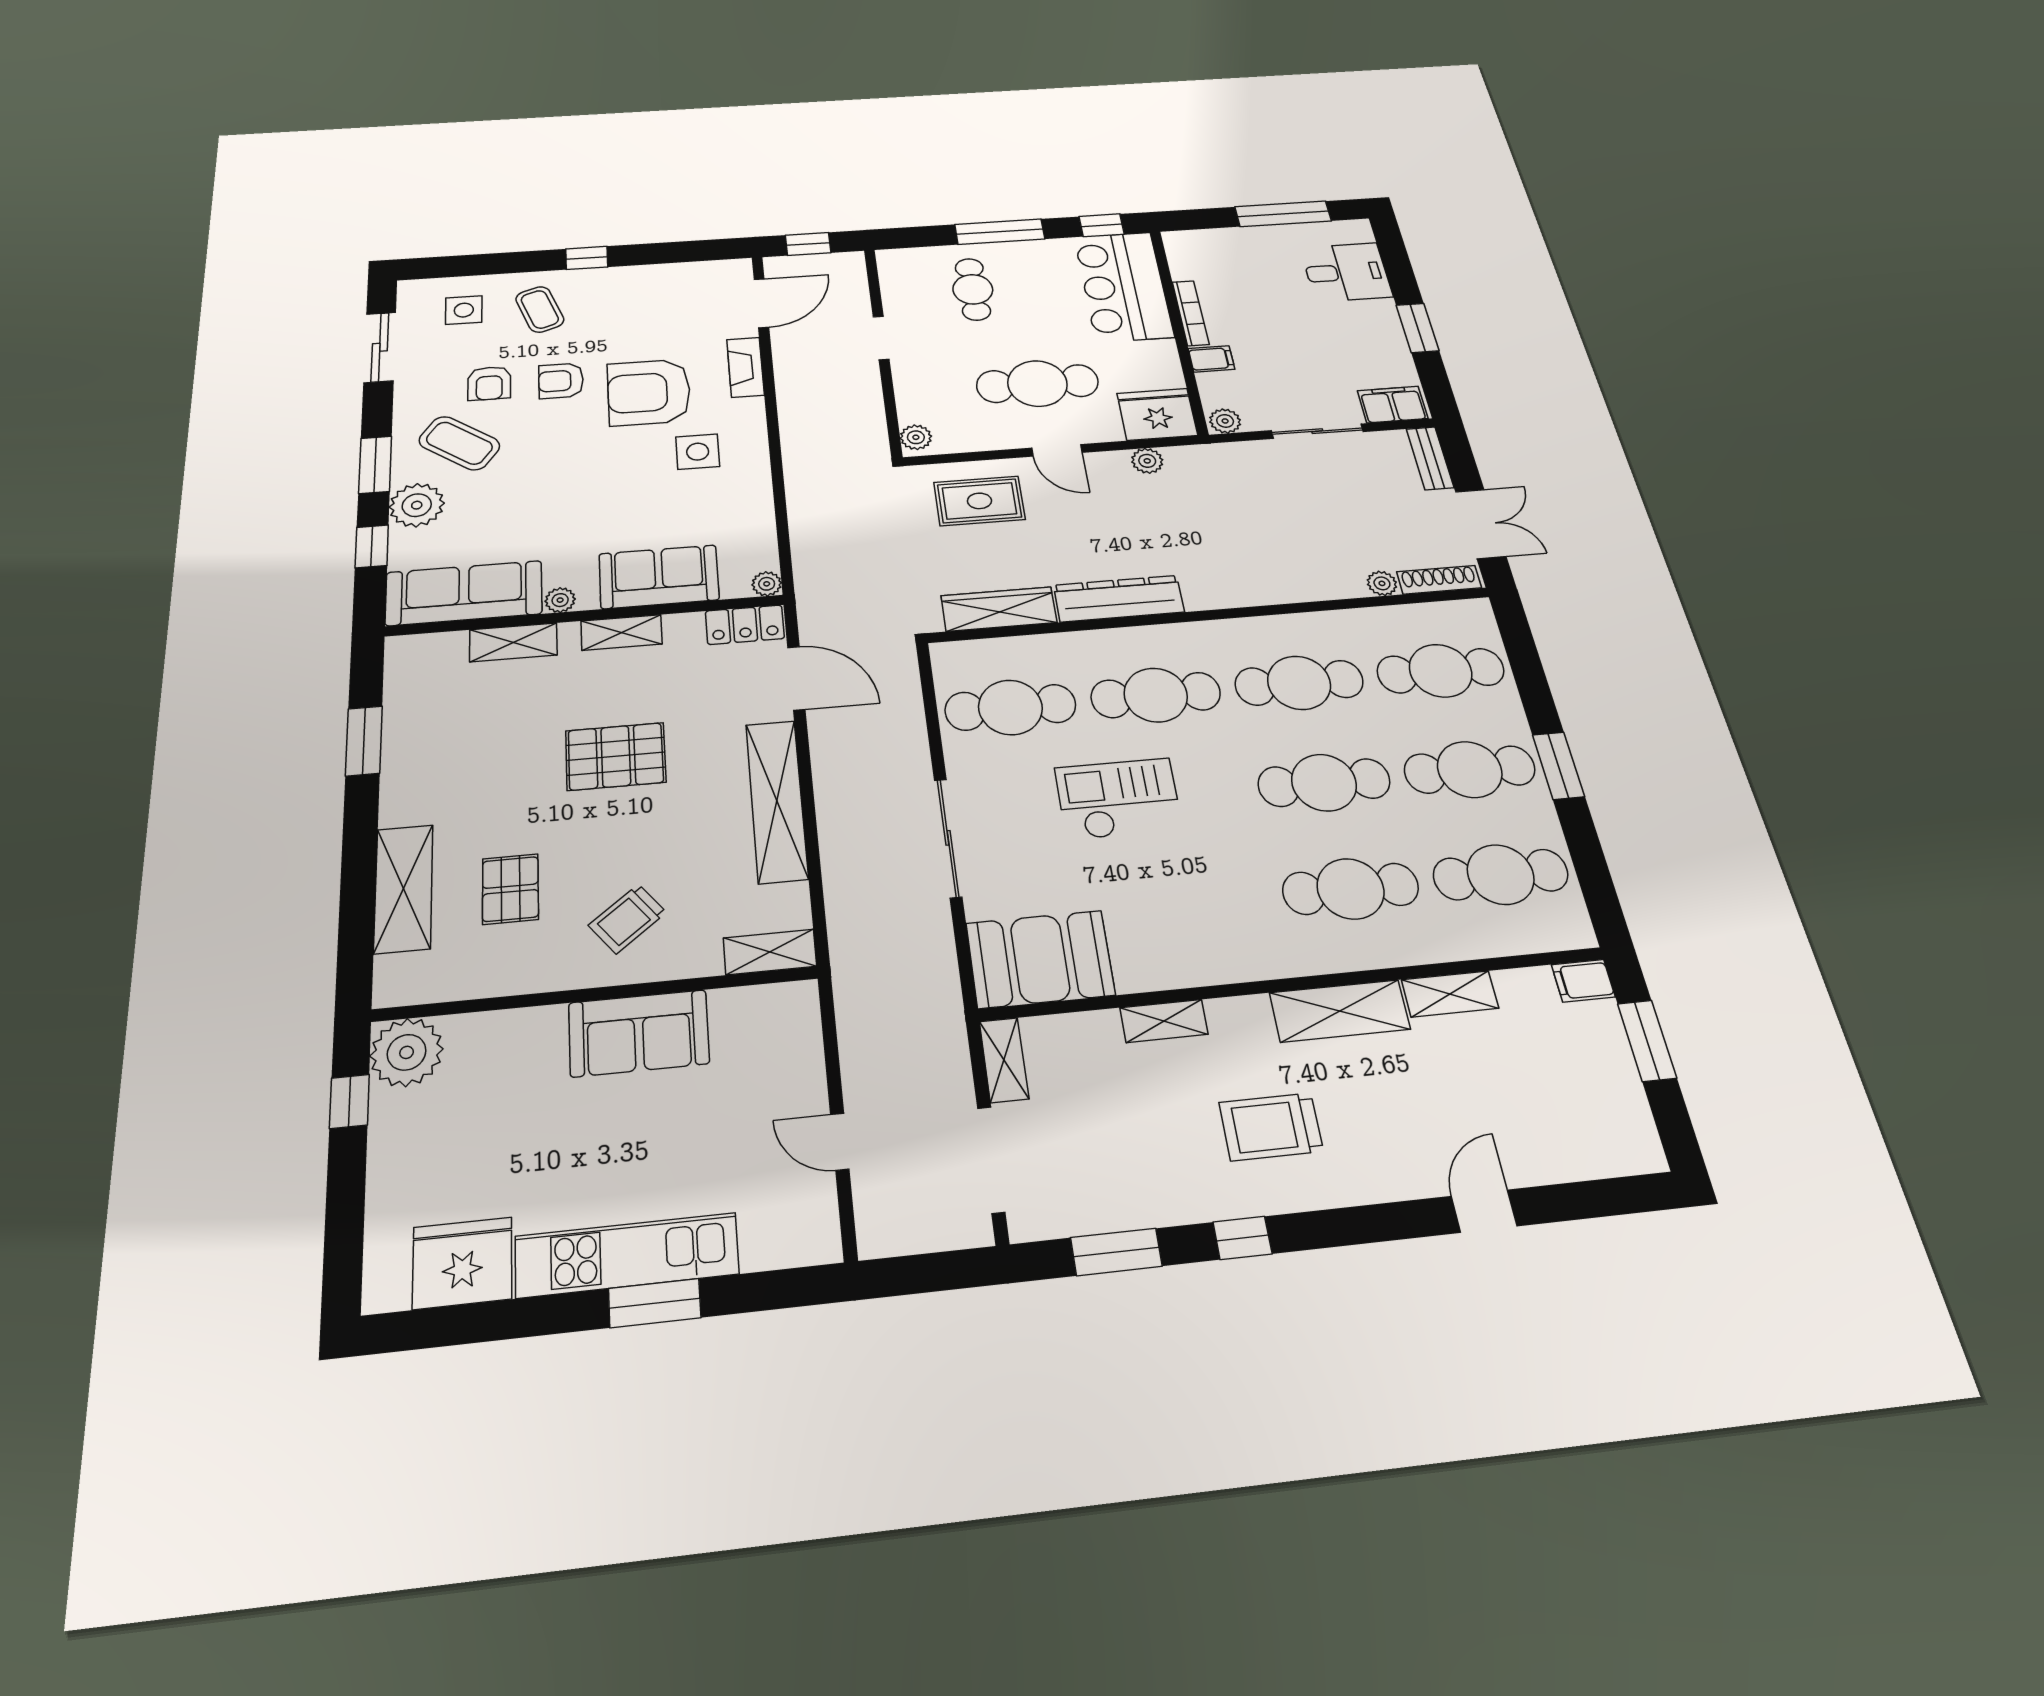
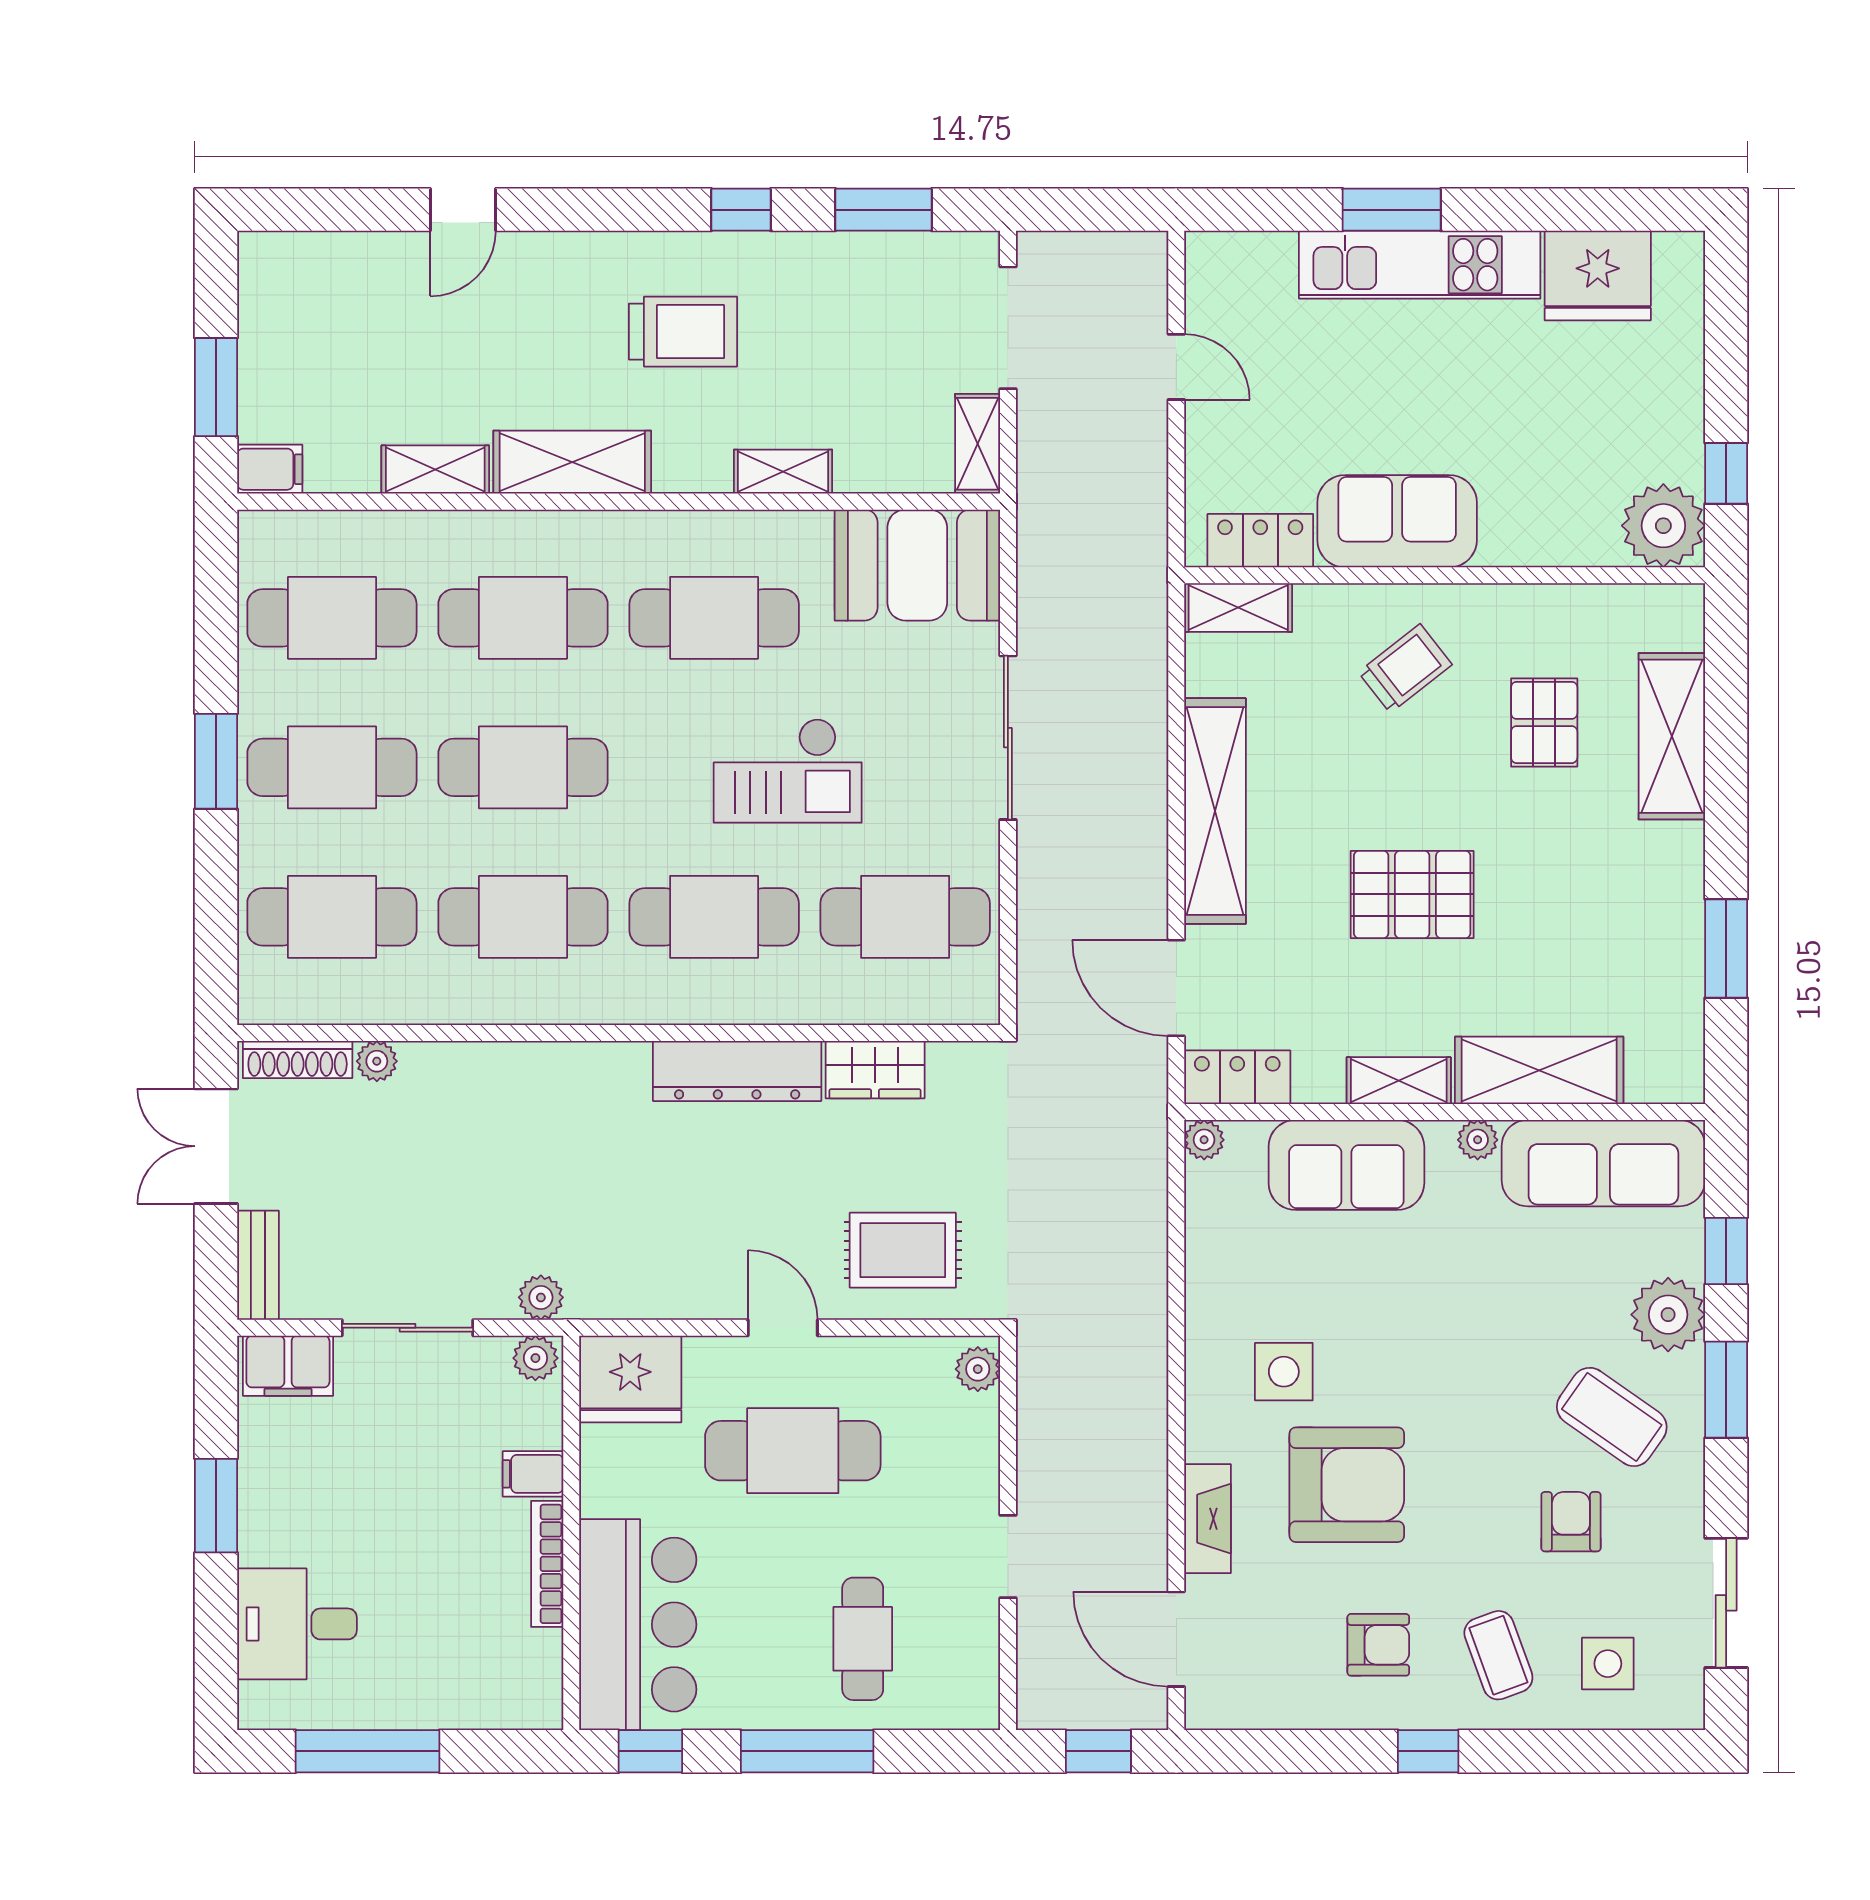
door: (761, 303) -> (1176, 1639), hinge flipped
armchair: (561, 381) -> (1378, 1645), moved
plant: (1147, 461) -> (541, 1297), moved
wardrobe: (999, 609) -> (875, 1070), width x0.67
shelving: (513, 642) -> (1539, 1070), width x1.50, depth x1.33
cafe table: (1198, 903) -> (714, 618), added
locker: (755, 1006) -> (1260, 541), added

